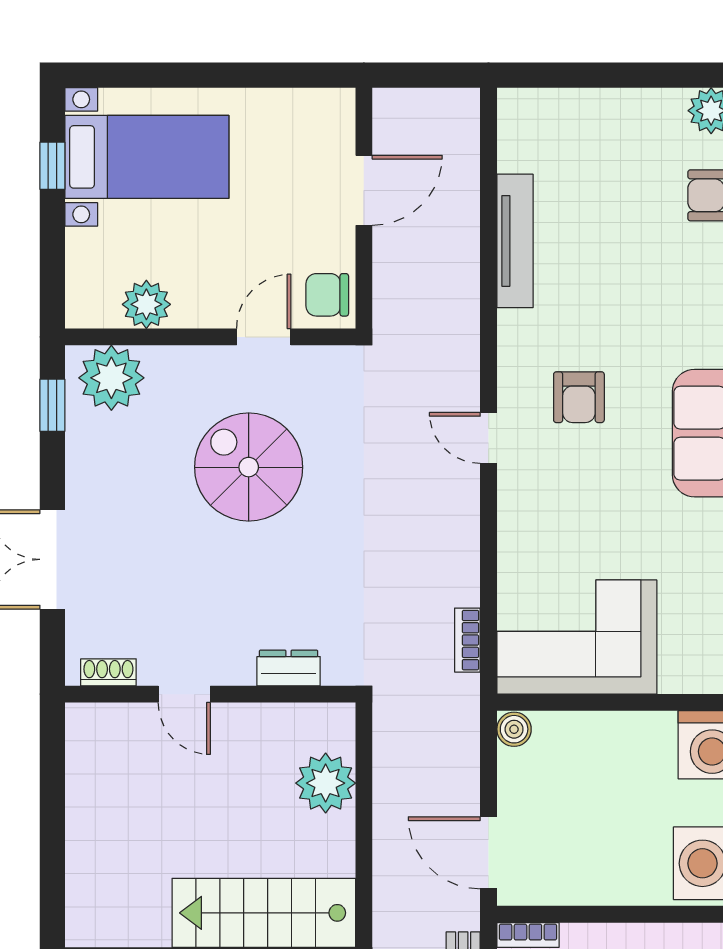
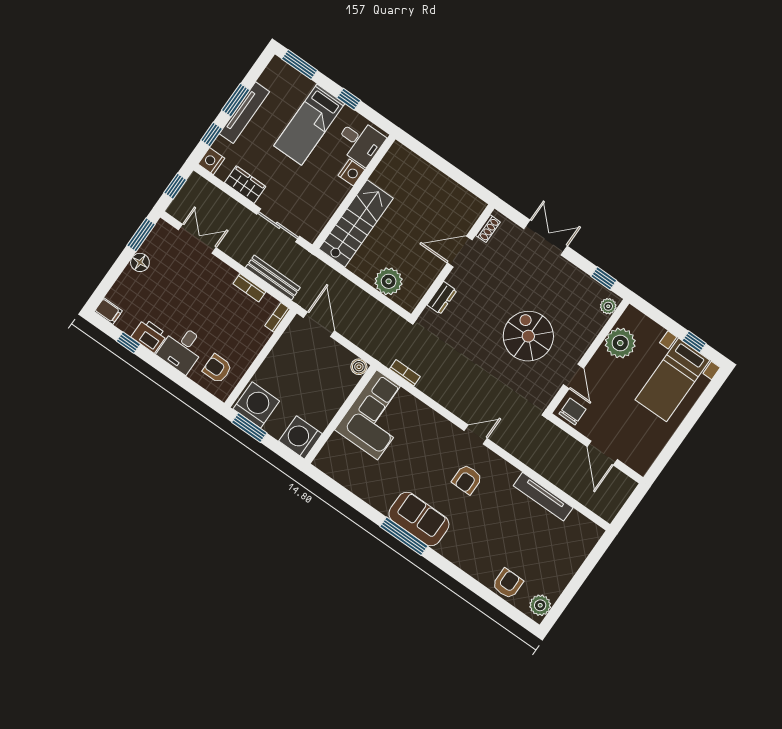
plant: (146, 304) -> (620, 343), width x1.36, depth x1.36
plant: (111, 378) -> (608, 306), width x0.53, depth x0.53
armchair: (579, 397) -> (467, 479), turned -90
spiral stairs: (249, 467) -> (528, 336), turned -90
door: (184, 694) -> (460, 252), width x1.38
door: (489, 853) -> (319, 324), hinge flipped

